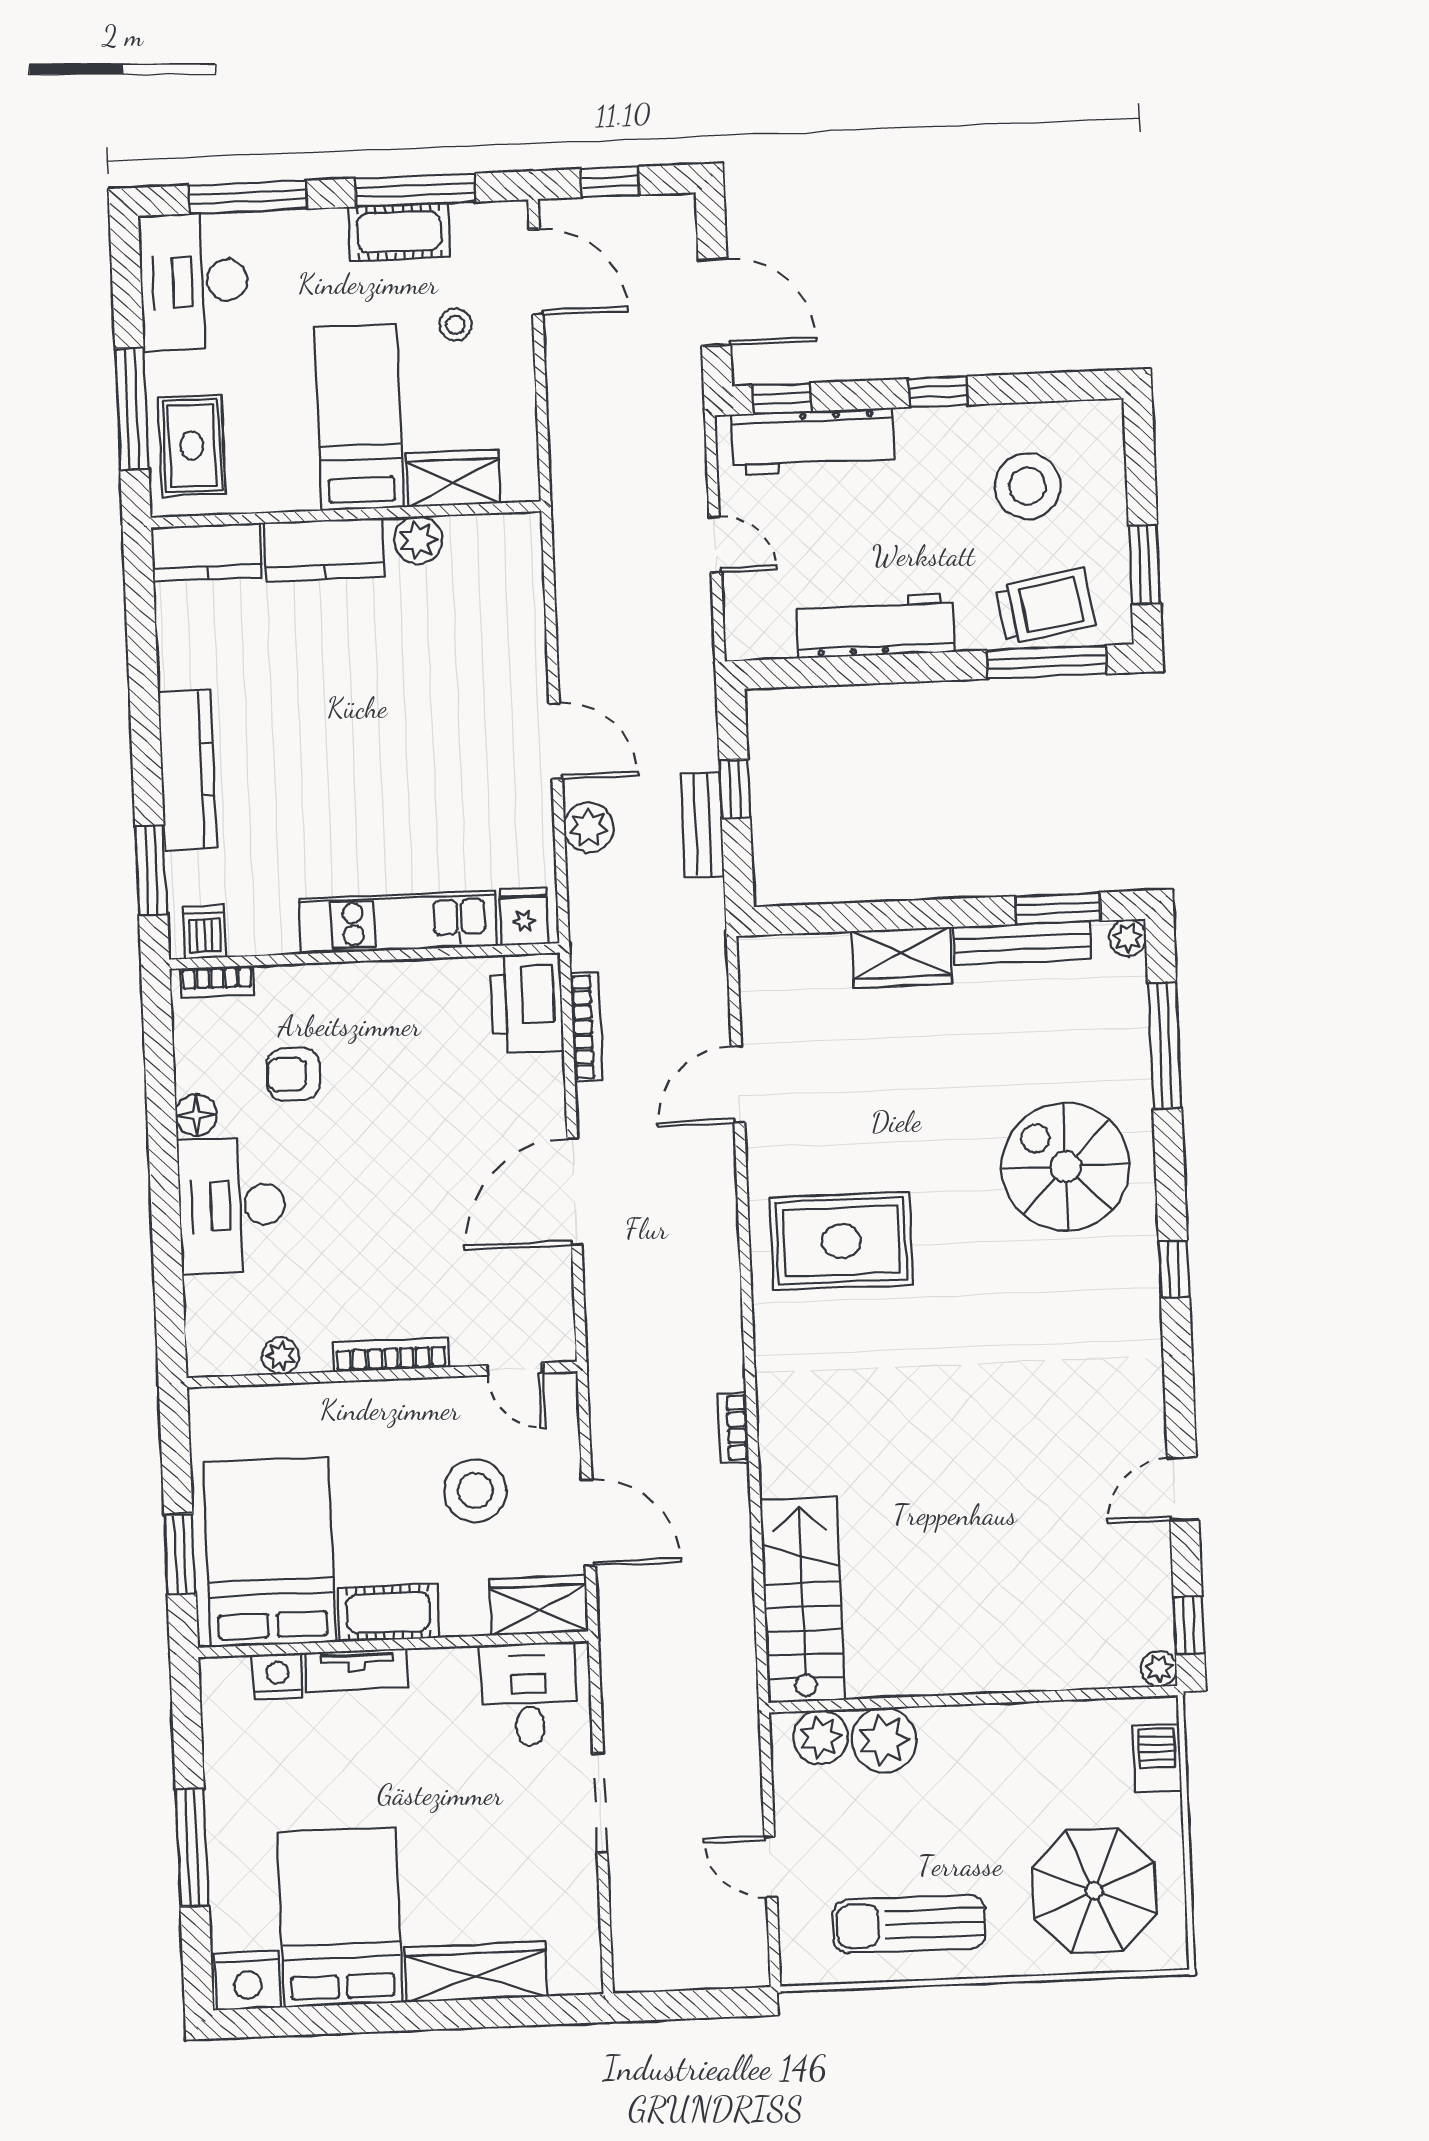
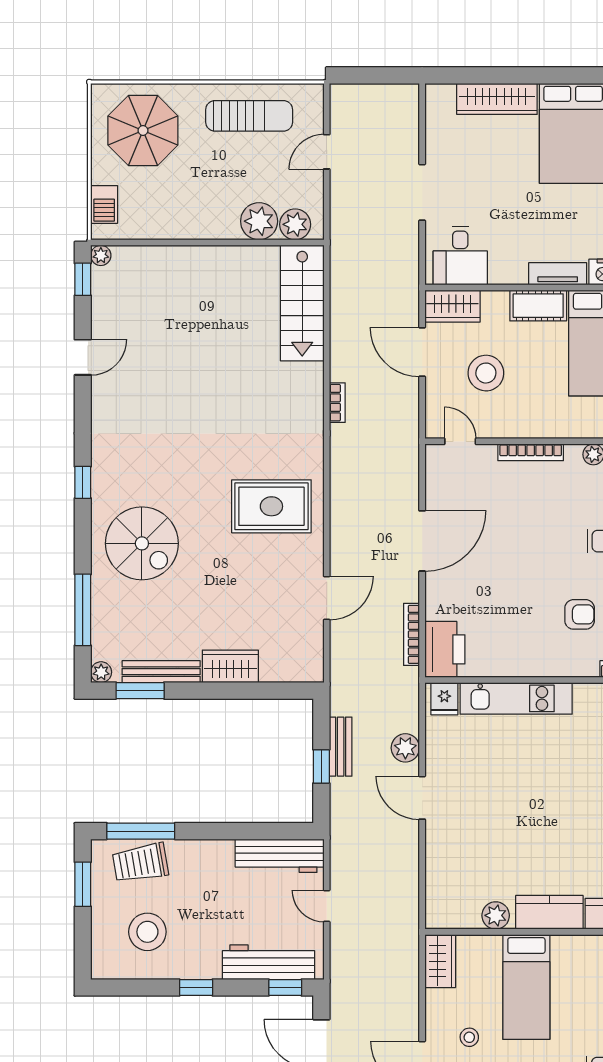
wardrobe: (453, 478) -> (440, 961), moved, turned -90
workbench: (876, 626) -> (280, 856), moved
door: (771, 1867) -> (327, 152), swing flipped

